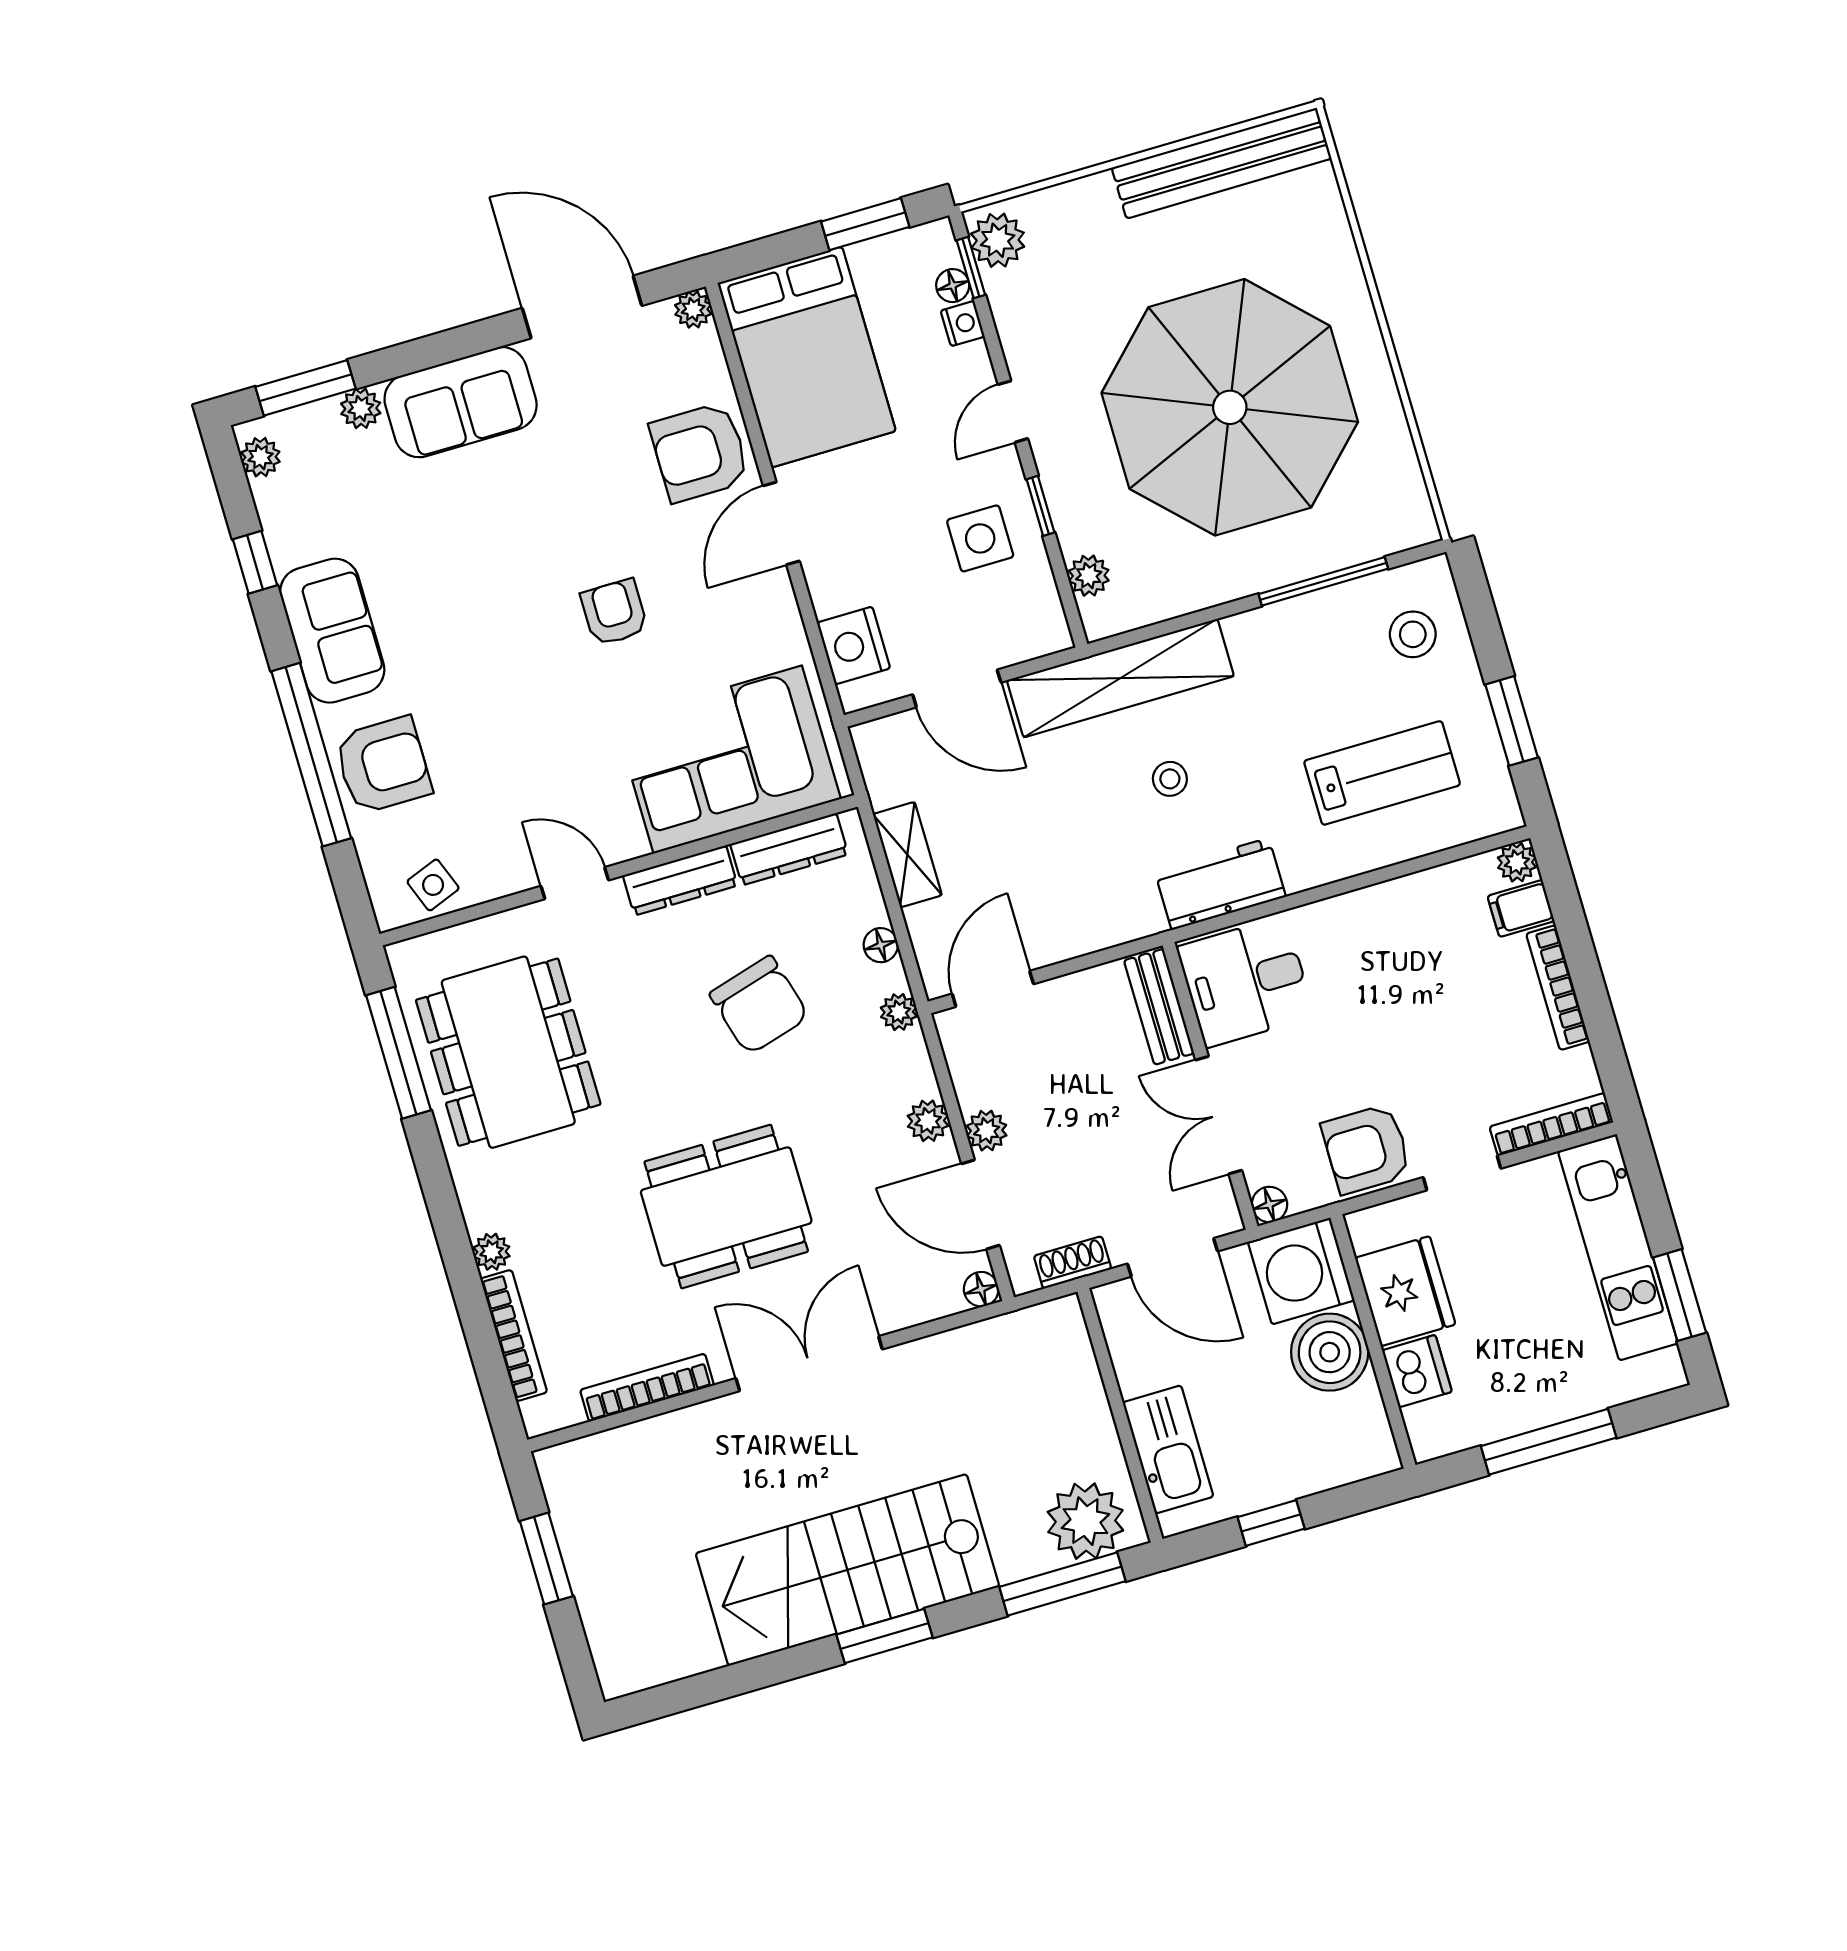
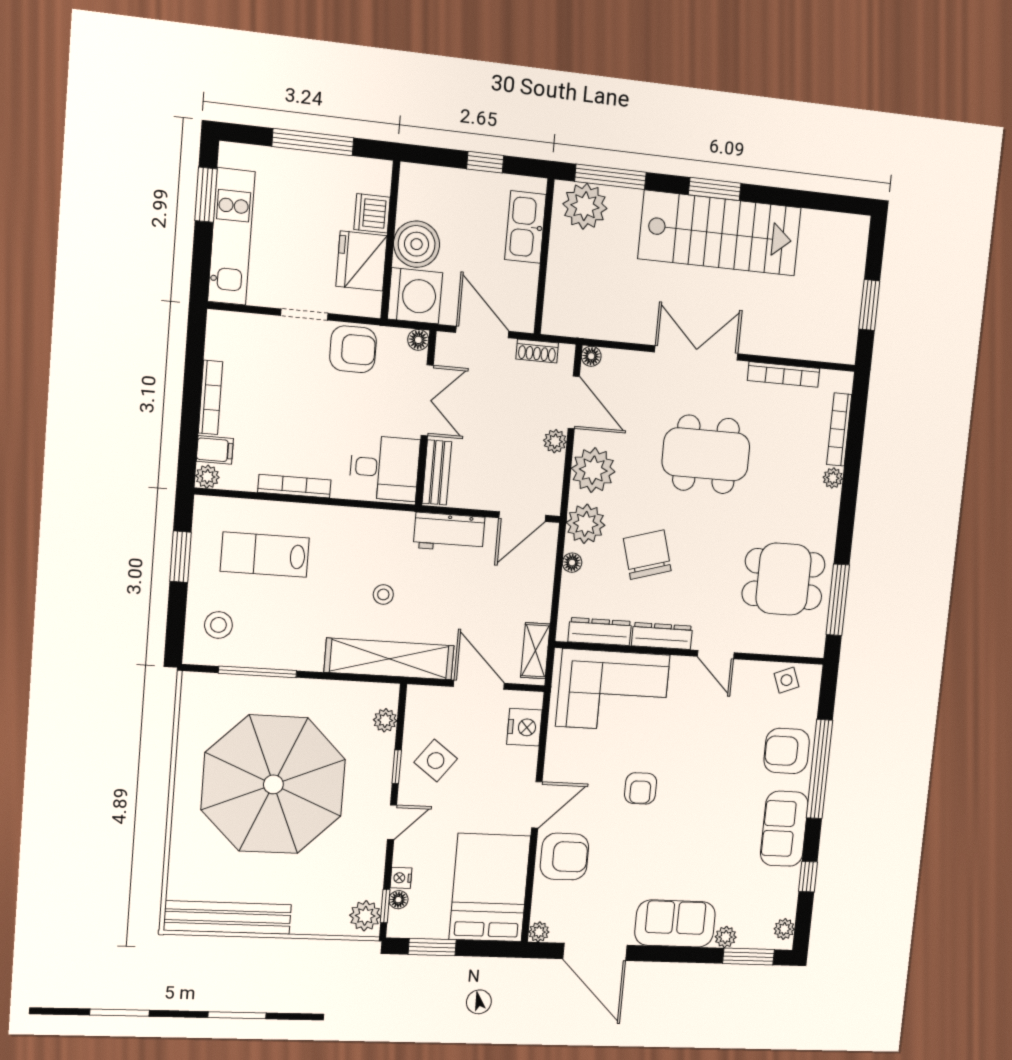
side table: (980, 538) -> (436, 761), turned 37
shelving: (907, 855) -> (535, 651), moved
workbench: (1220, 884) -> (449, 532), moved
plant: (899, 1012) -> (586, 524), width x1.88, depth x1.88
dining table: (508, 1052) -> (784, 579), width x0.73
plant: (928, 1121) -> (593, 470), width x1.87, depth x1.87
bookcase: (1551, 1124) -> (294, 486), moved, turned 180
double door: (809, 1364) -> (696, 353), swing flipped

